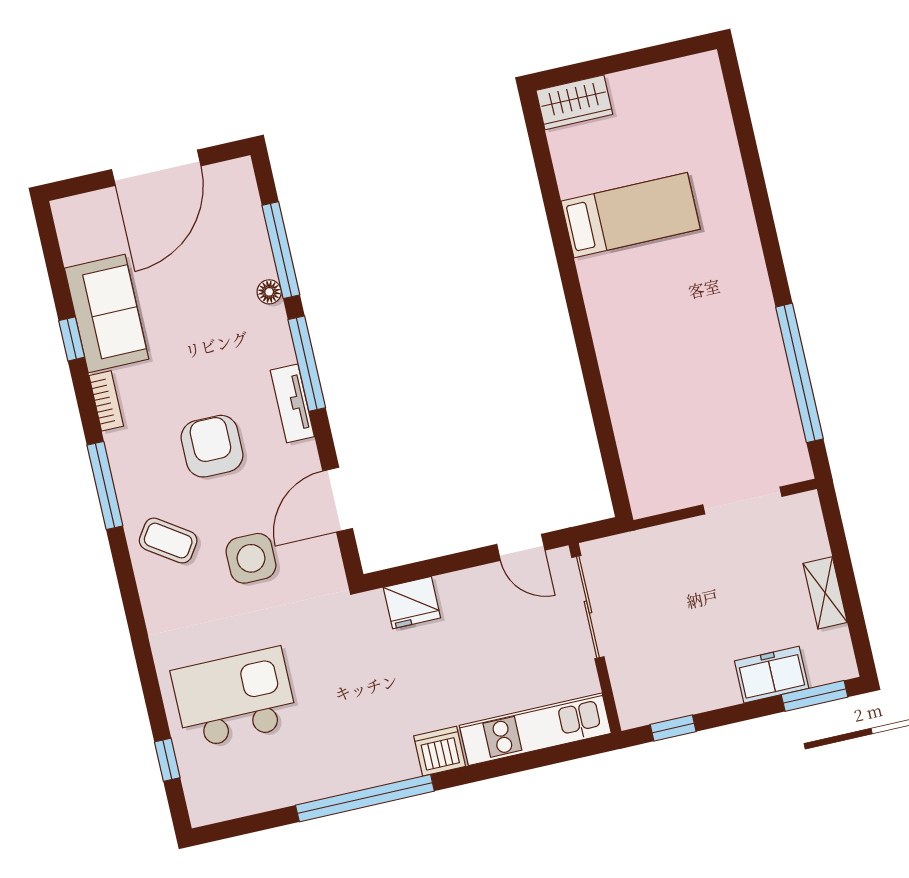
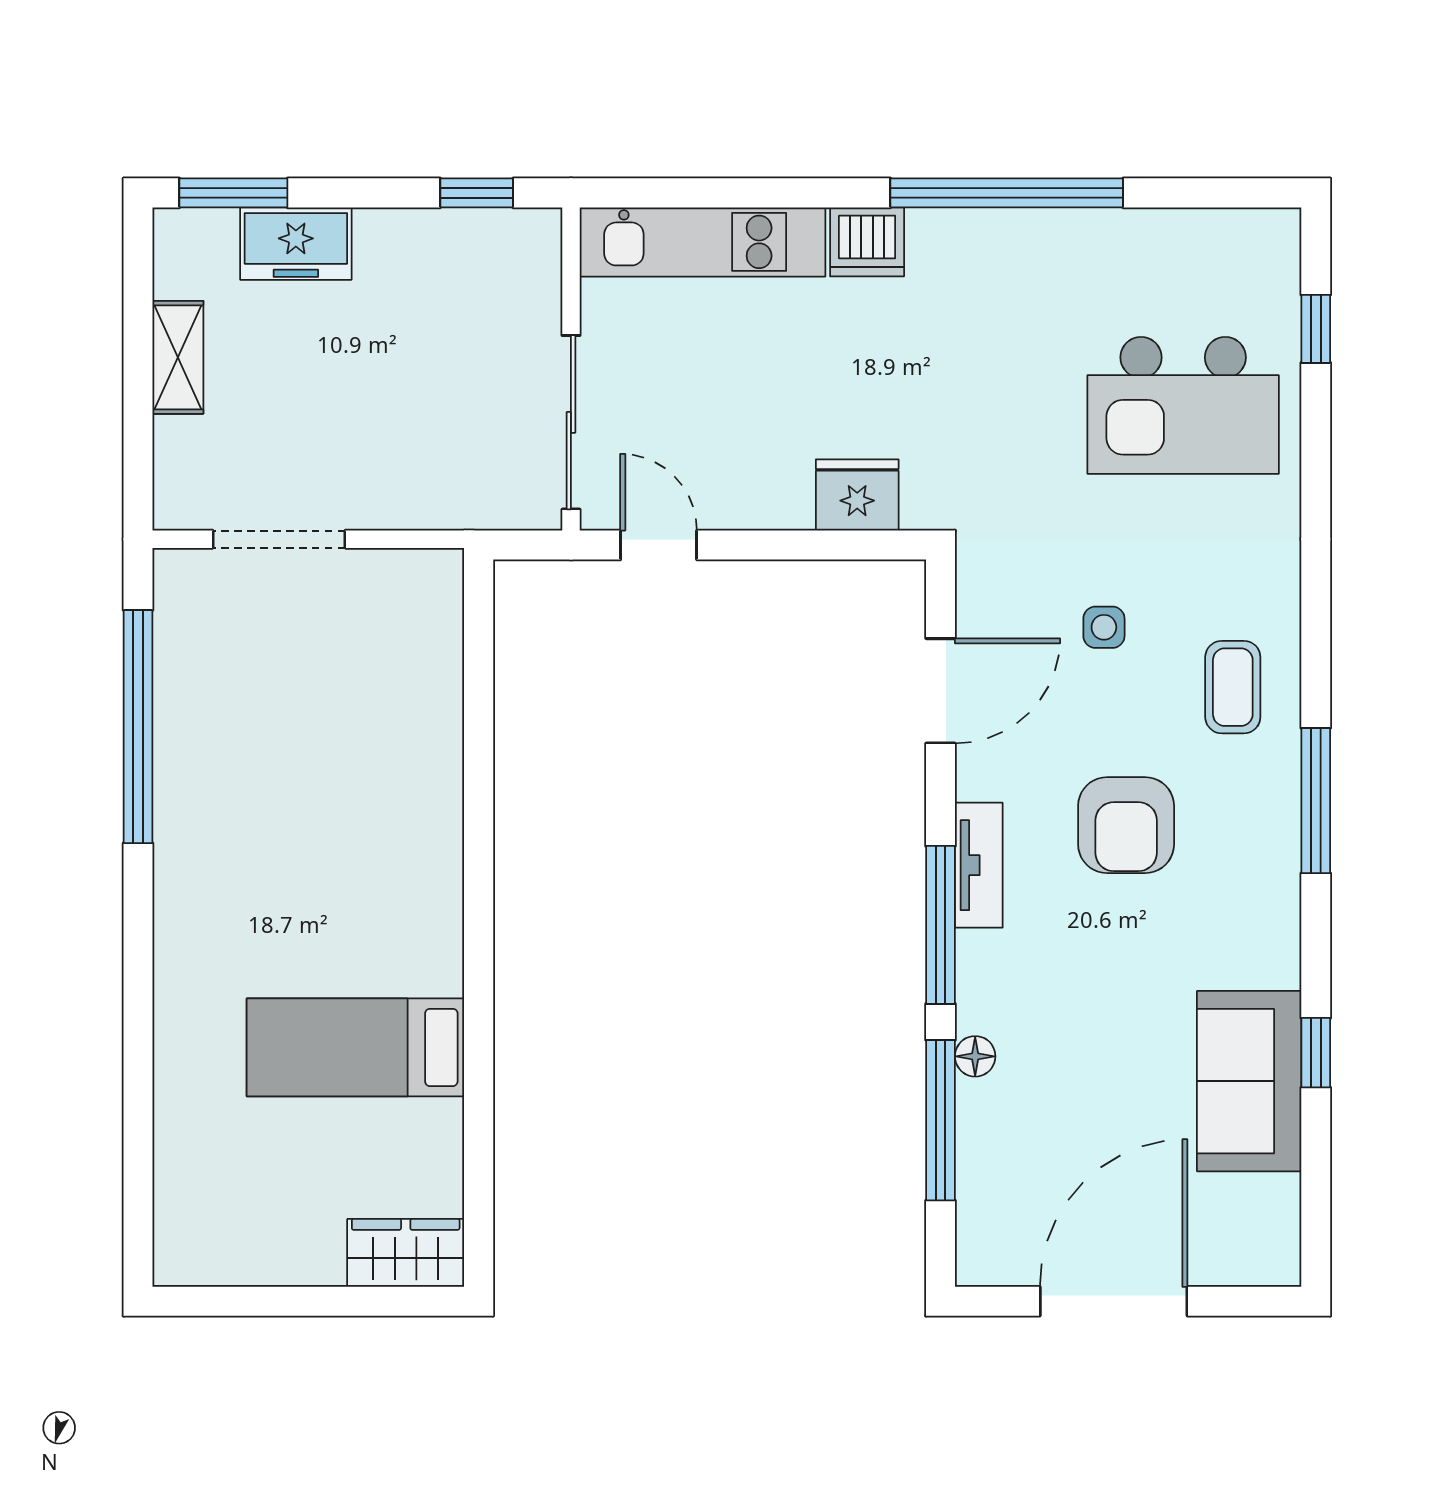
bookcase: (106, 401) -> (1282, 938), removed
coffee table: (168, 541) -> (1233, 687), turned 56
side table: (251, 558) -> (1104, 627), width x0.54, depth x0.54

